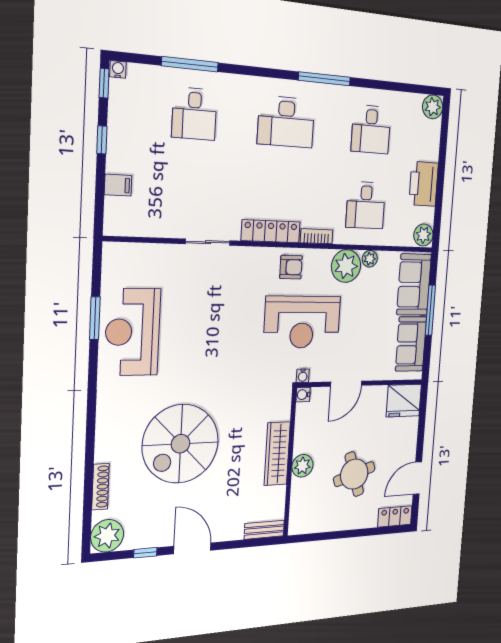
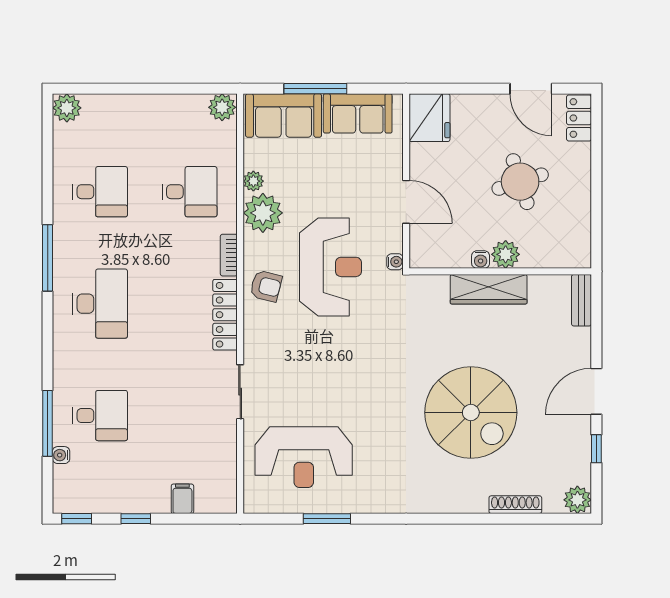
water cooler: (118, 69) -> (61, 455), moved
printer: (424, 184) -> (160, 113), removed
armchair: (291, 267) -> (266, 286), turned 104
reception desk: (133, 332) -> (304, 457), moved
water cooler: (303, 395) -> (481, 260), moved
plant: (107, 536) -> (577, 500), width x0.73, depth x0.73

